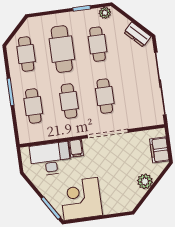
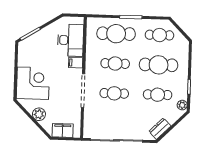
cafe table: (33, 106) -> (116, 34), width x1.37, depth x1.35
corner desk: (81, 199) -> (33, 83), moved

